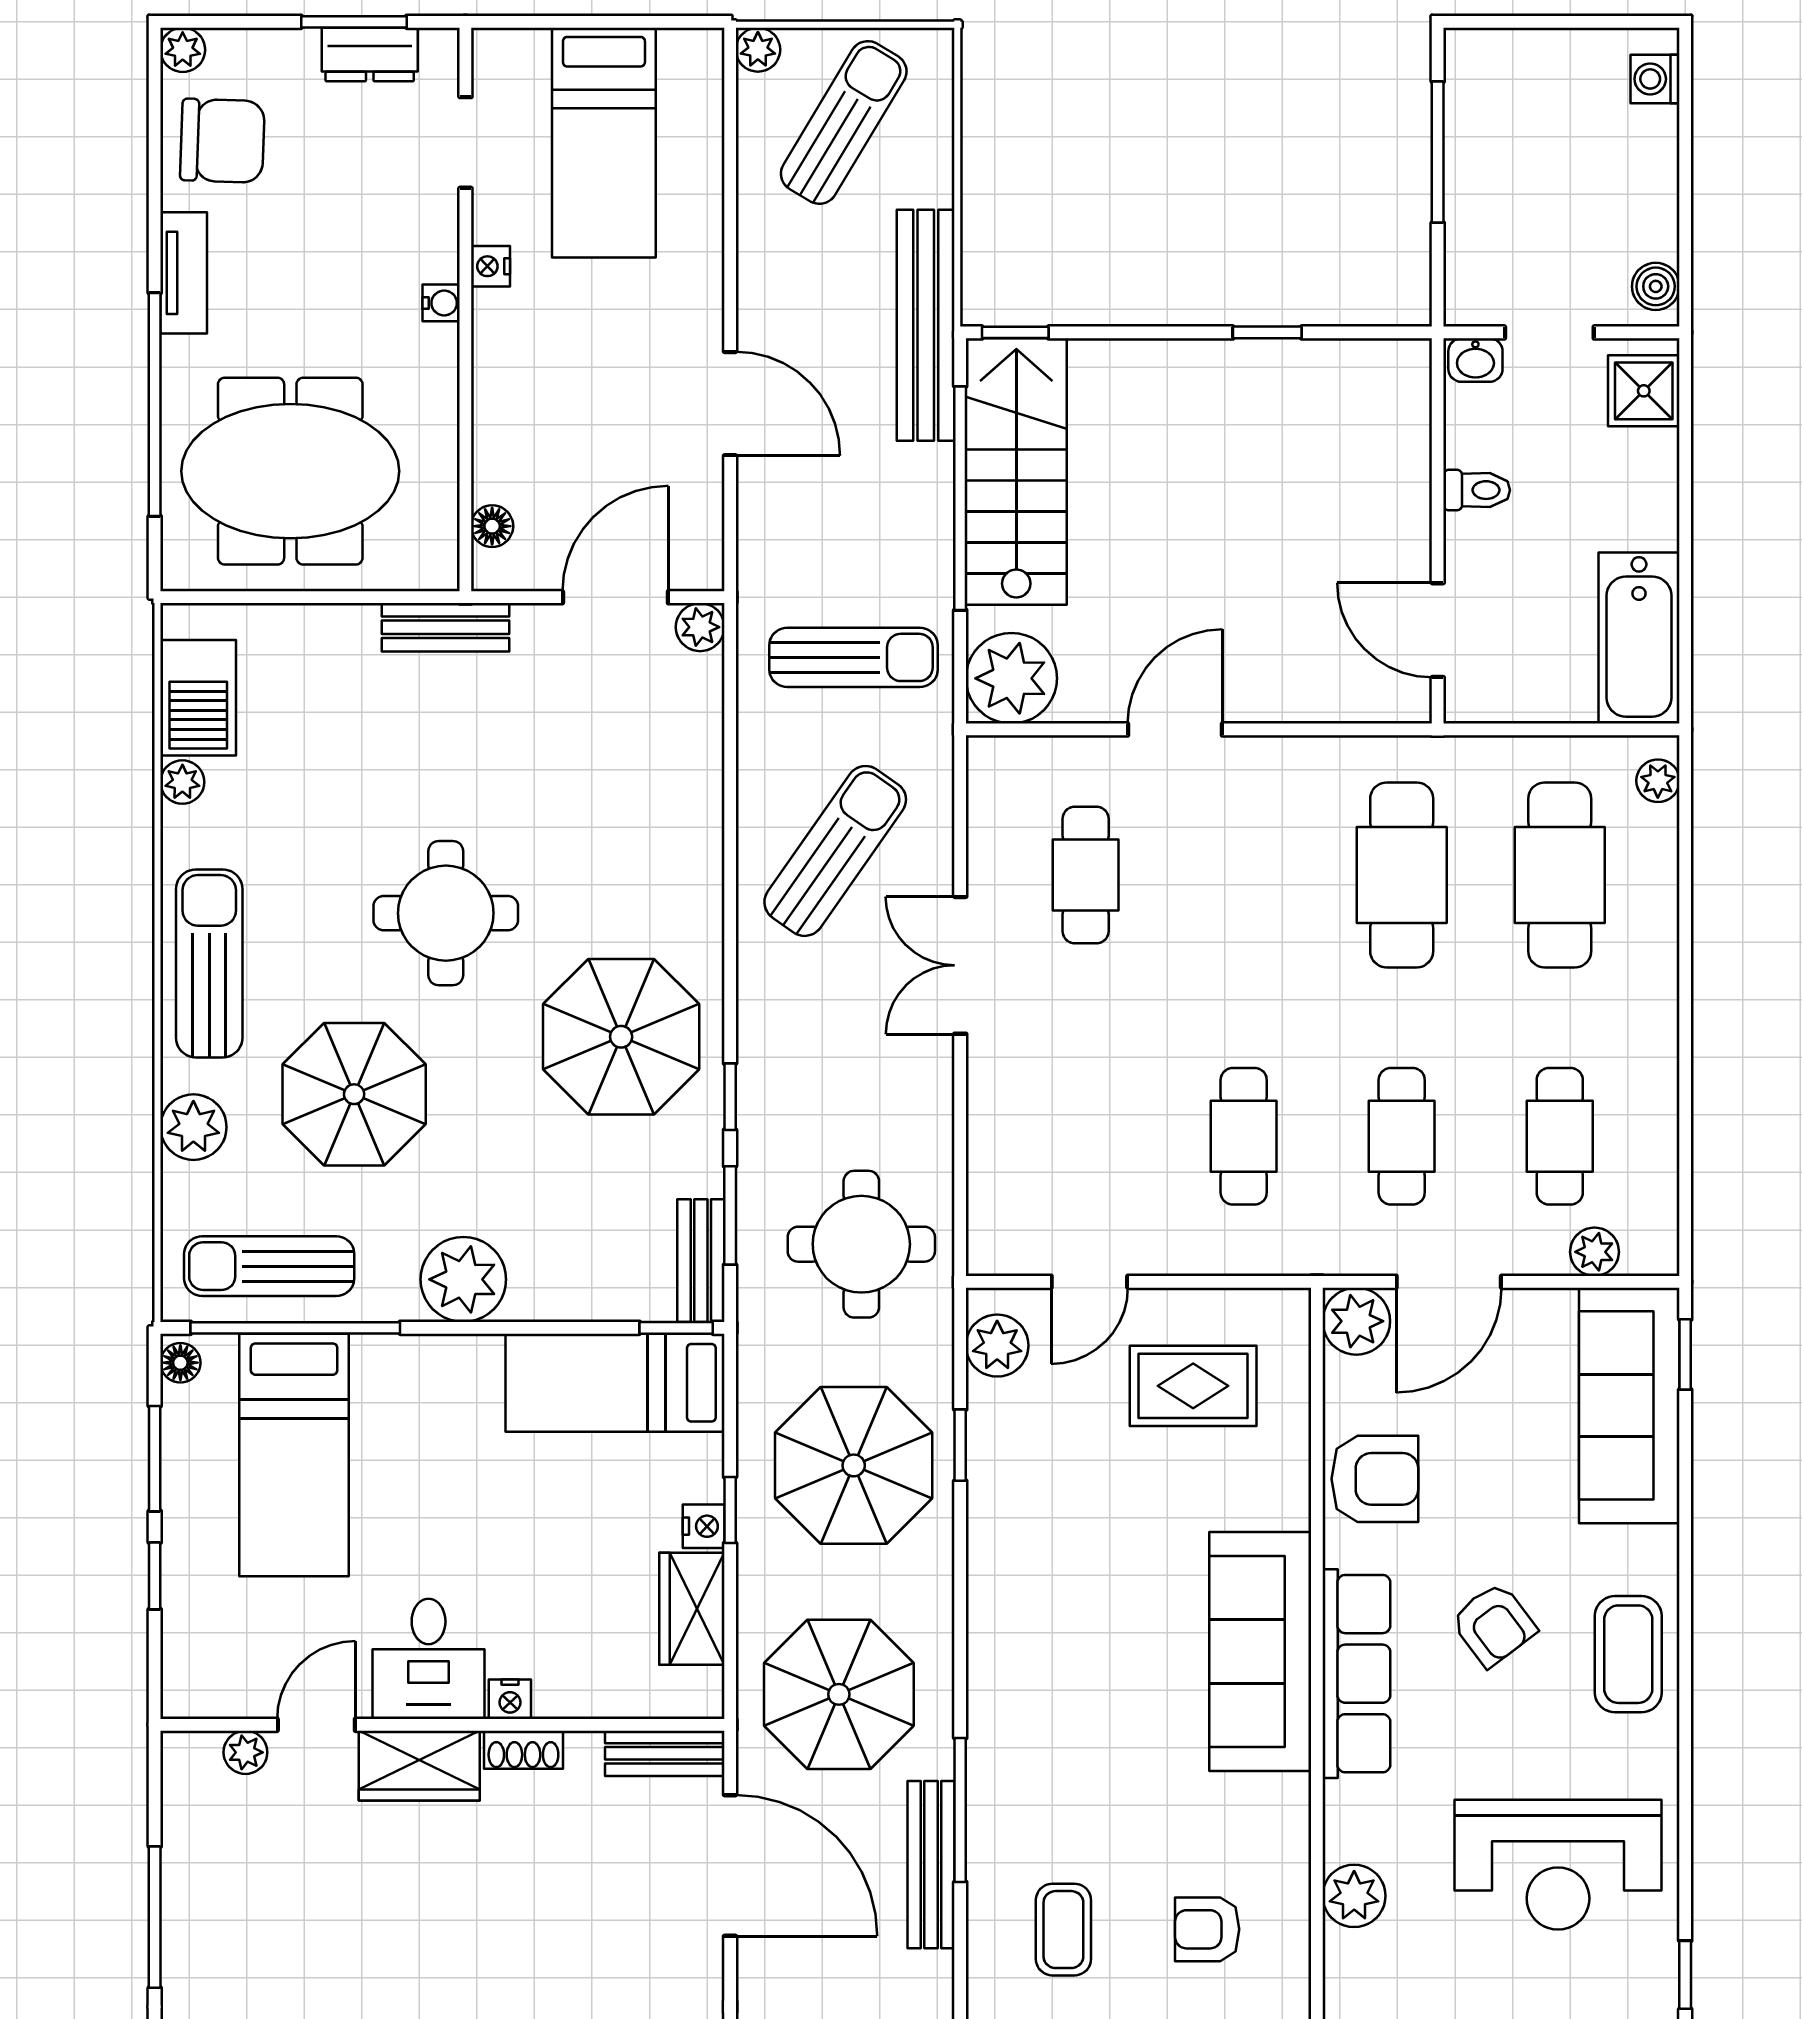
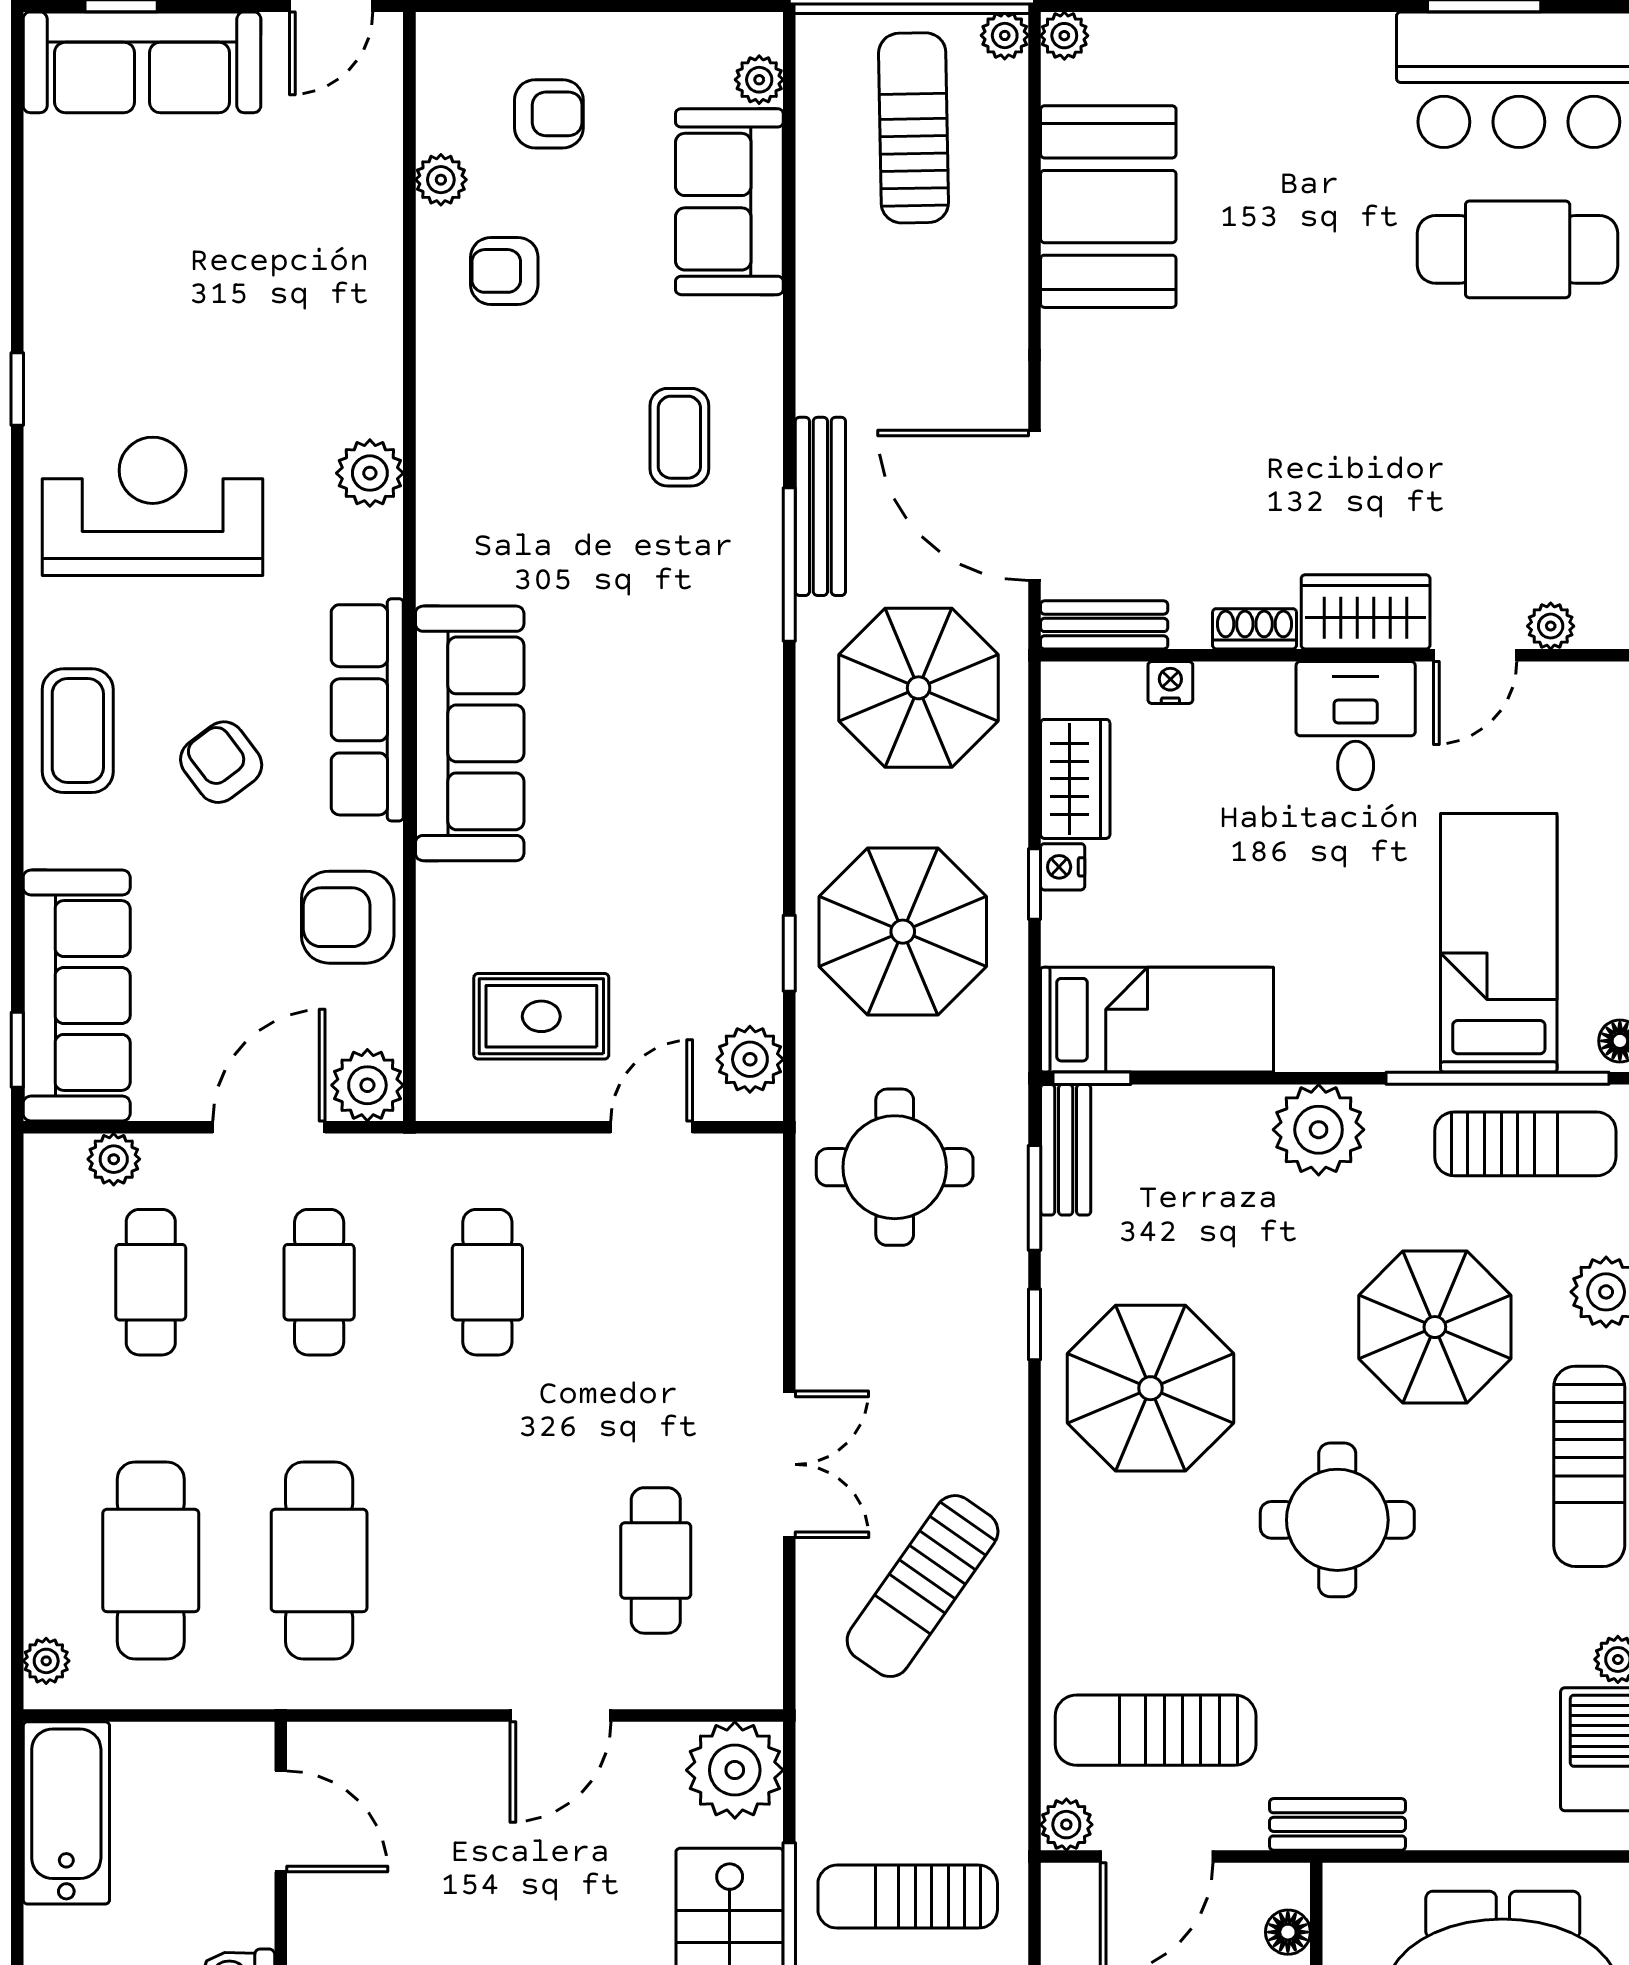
sun lounger: (854, 657) -> (908, 1897), moved
sun lounger: (616, 716) -> (1156, 1730), added
nightstand: (510, 1699) -> (1170, 683), moved
armchair: (1207, 1929) -> (526, 438), removed

